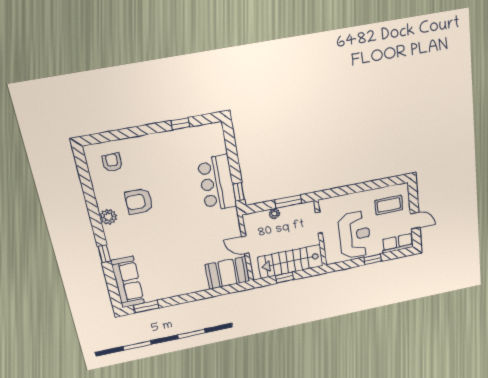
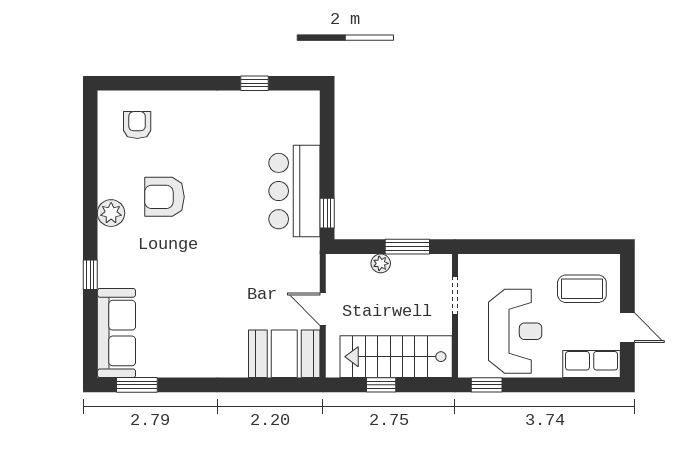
window: (373, 259) -> (487, 385), moved

